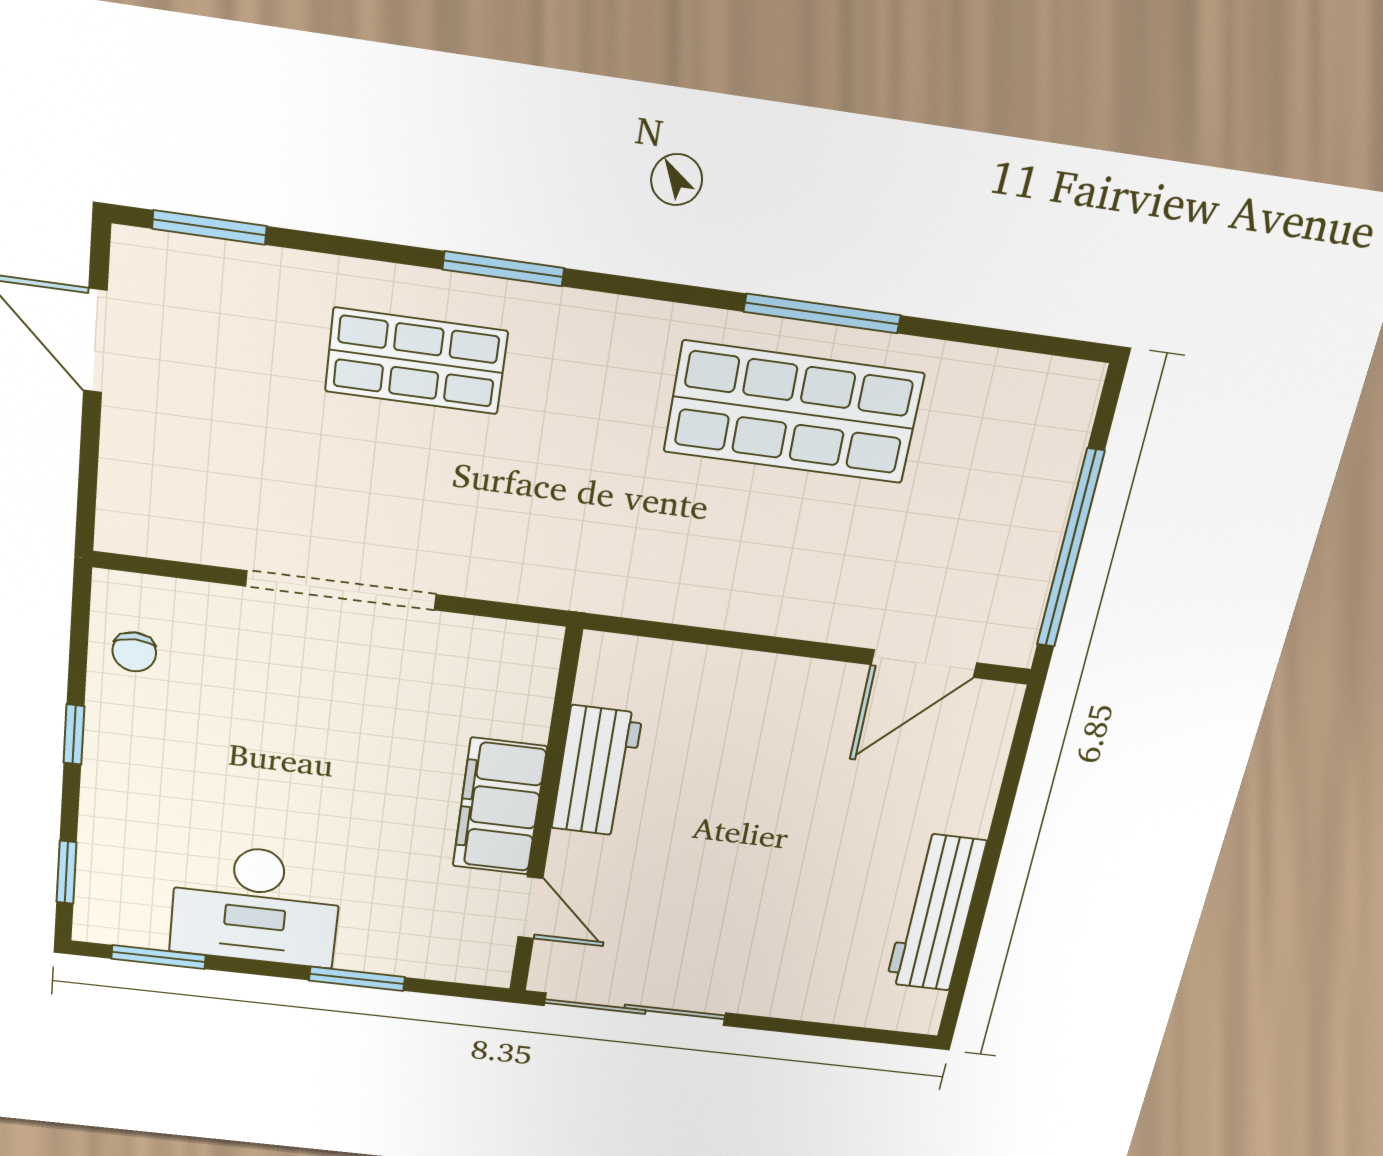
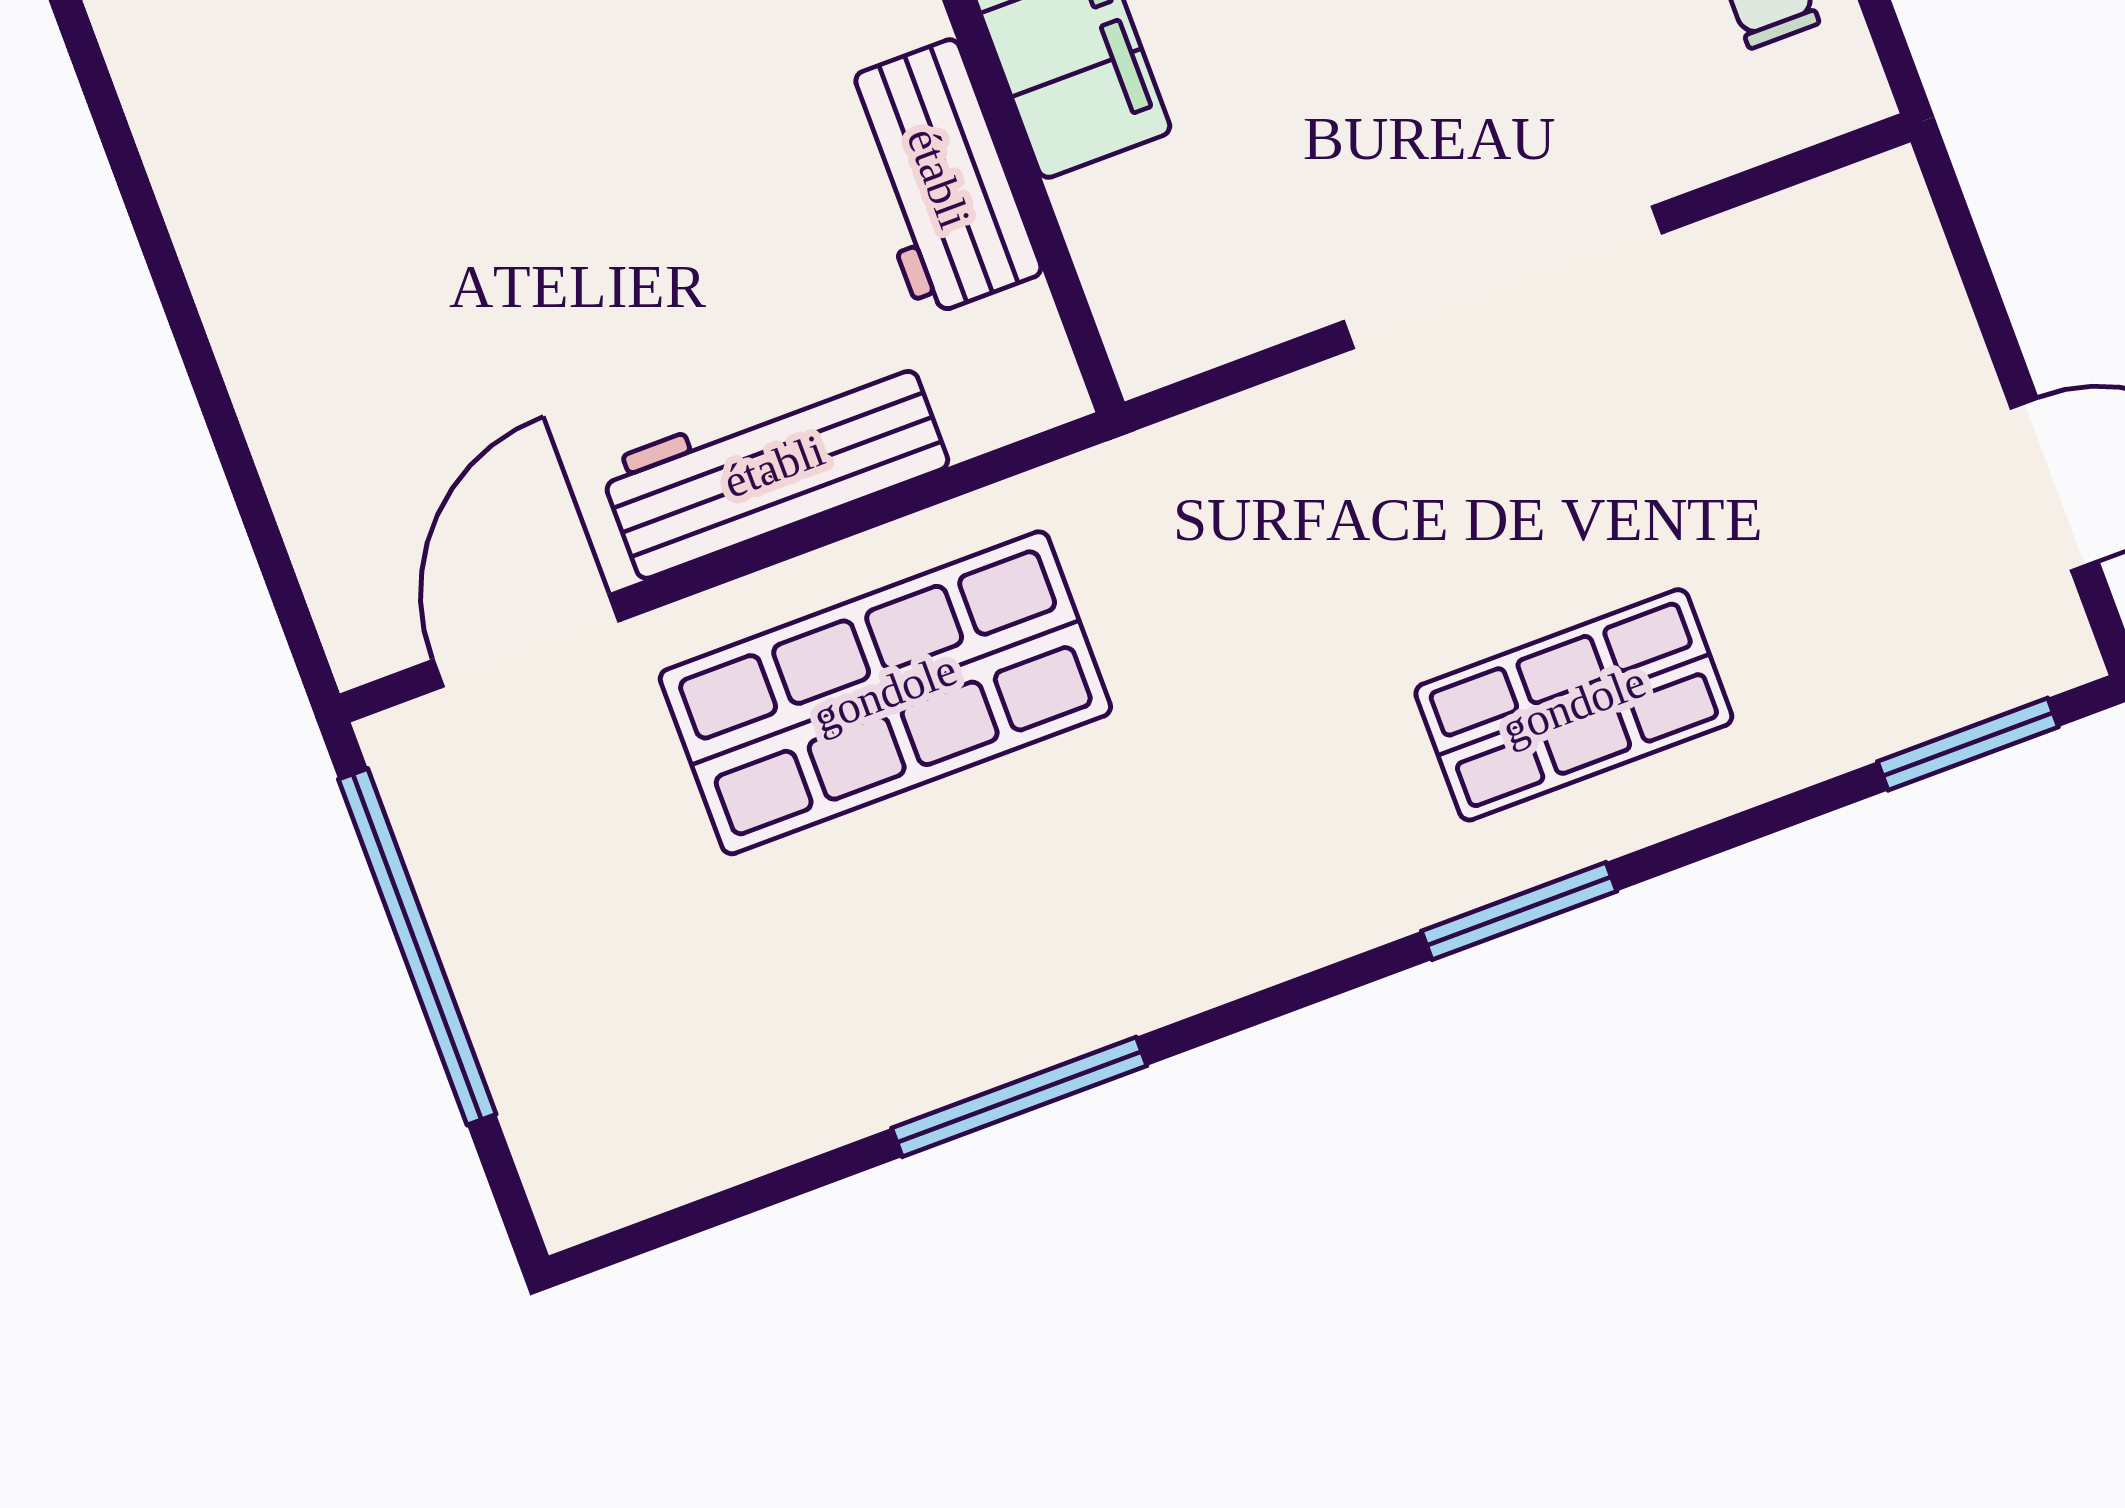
shop shelf: (794, 412) -> (885, 693), moved
workbench: (936, 913) -> (774, 466), moved, turned -90

